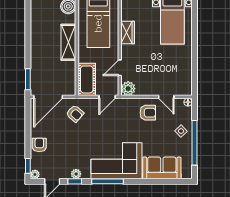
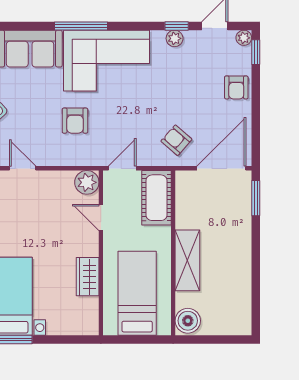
door: (120, 68) -> (101, 217), swing flipped
armchair: (148, 113) -> (75, 121), moved, turned -90
window: (108, 181) -> (81, 26), moved

